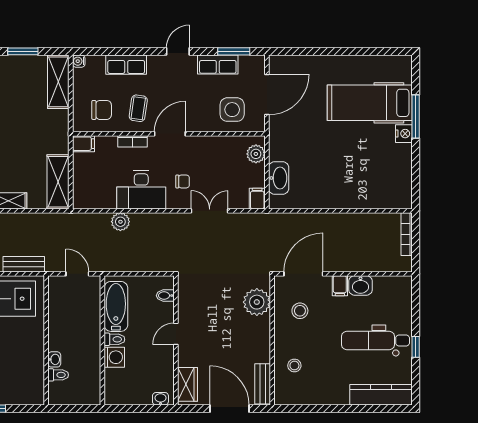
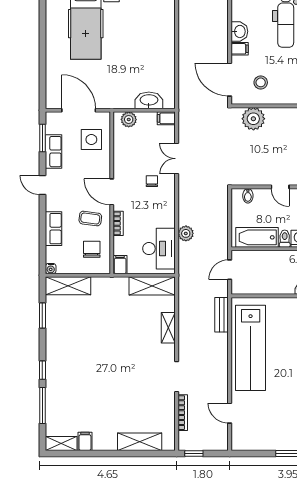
desk: (141, 190) -> (159, 249), moved

